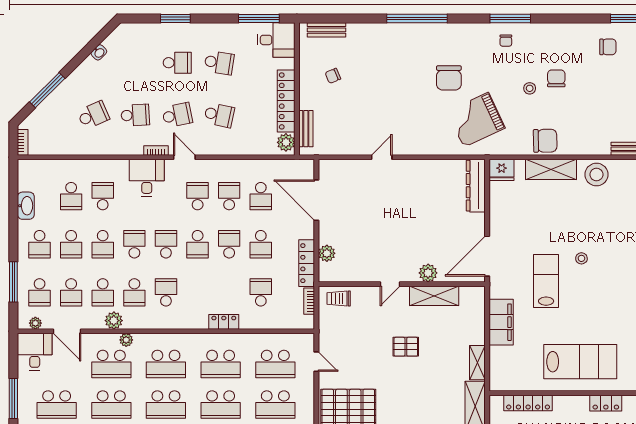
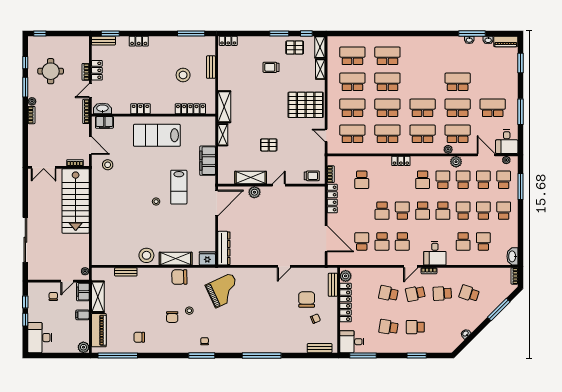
chair: (449, 78) -> (307, 299), moved
school desk: (93, 115) -> (469, 293), turned 42
door: (184, 157) -> (411, 266), hinge flipped
washbasin: (26, 206) -> (512, 256), moved
school desk: (261, 244) -> (362, 211), removed
plant: (327, 253) -> (319, 205), removed
locker: (224, 322) -> (401, 161), moved

